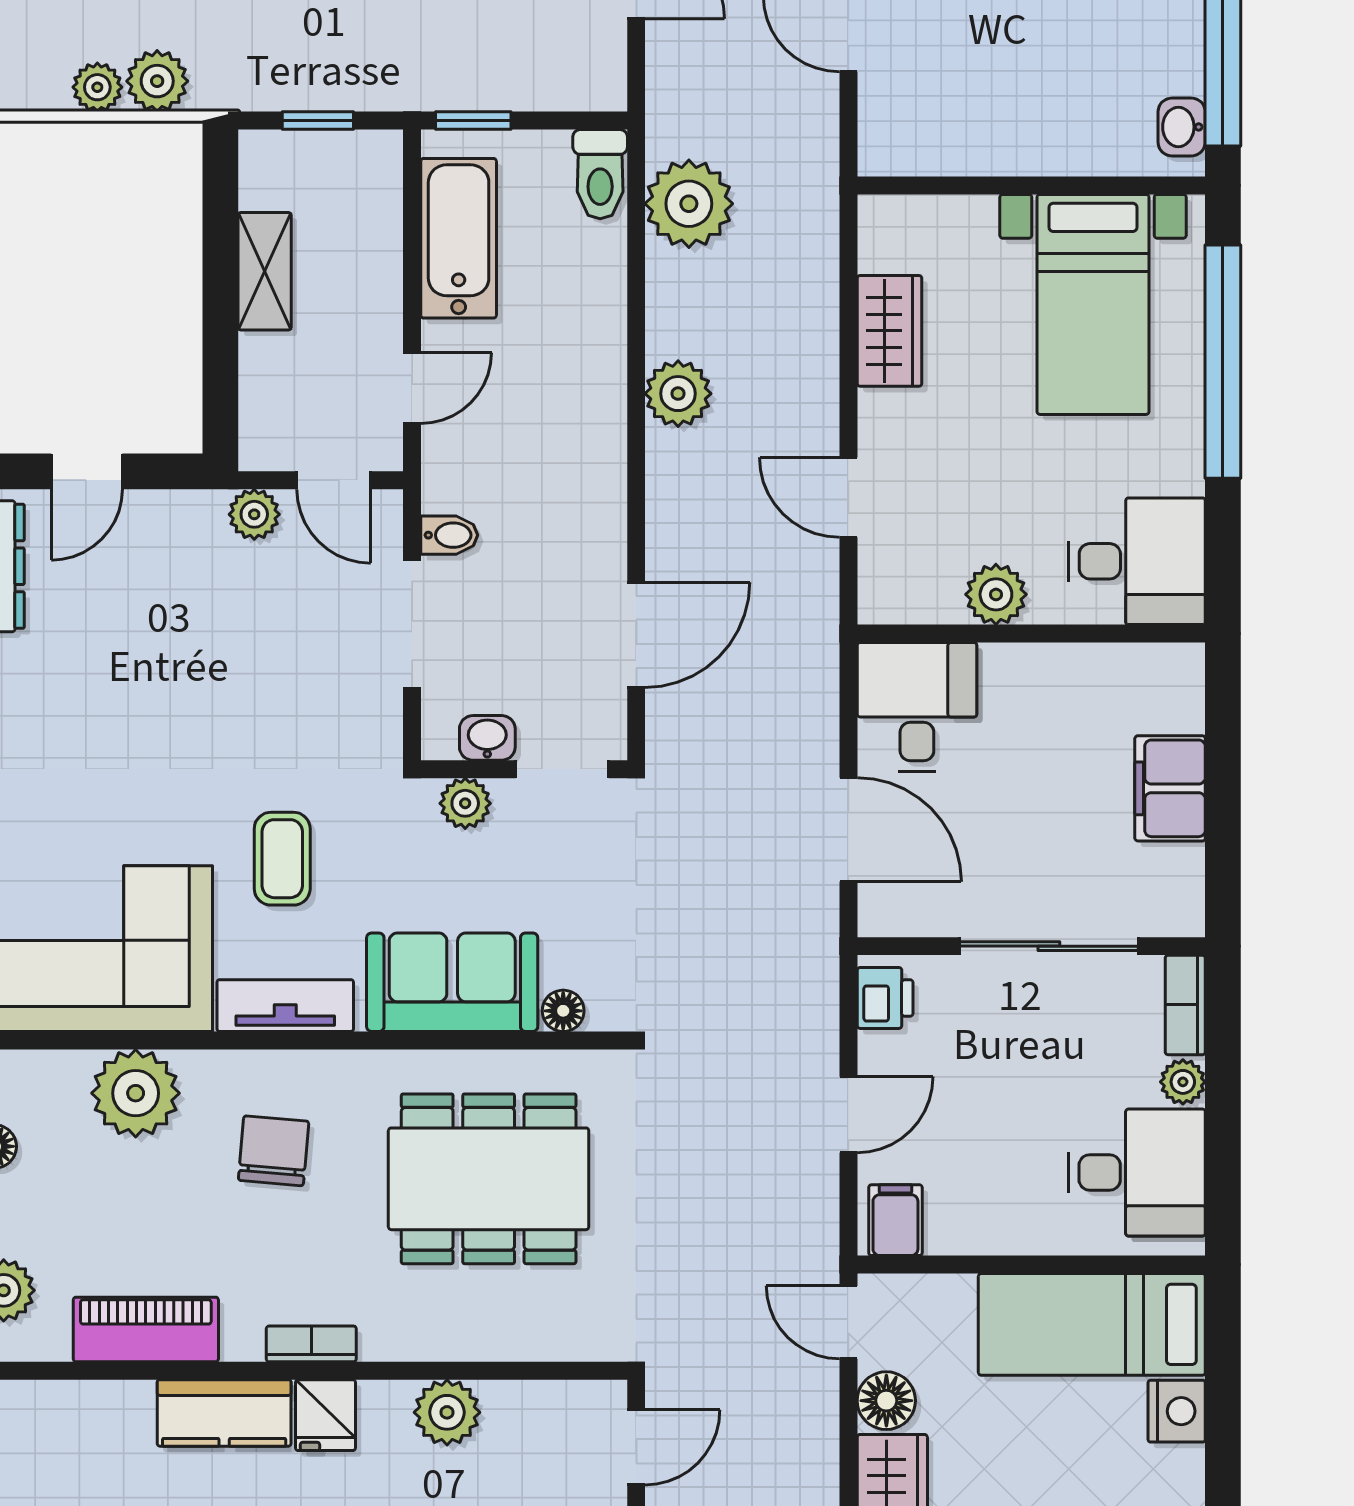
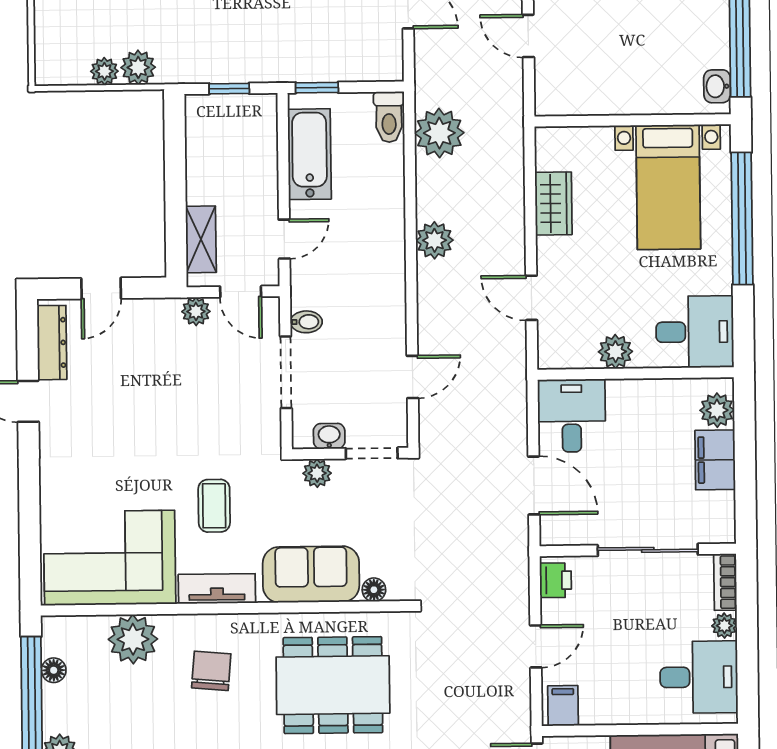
shelving: (265, 271) -> (201, 239), moved
door: (636, 635) -> (413, 377), width x0.73
plant: (1175, 700) -> (717, 410), added

